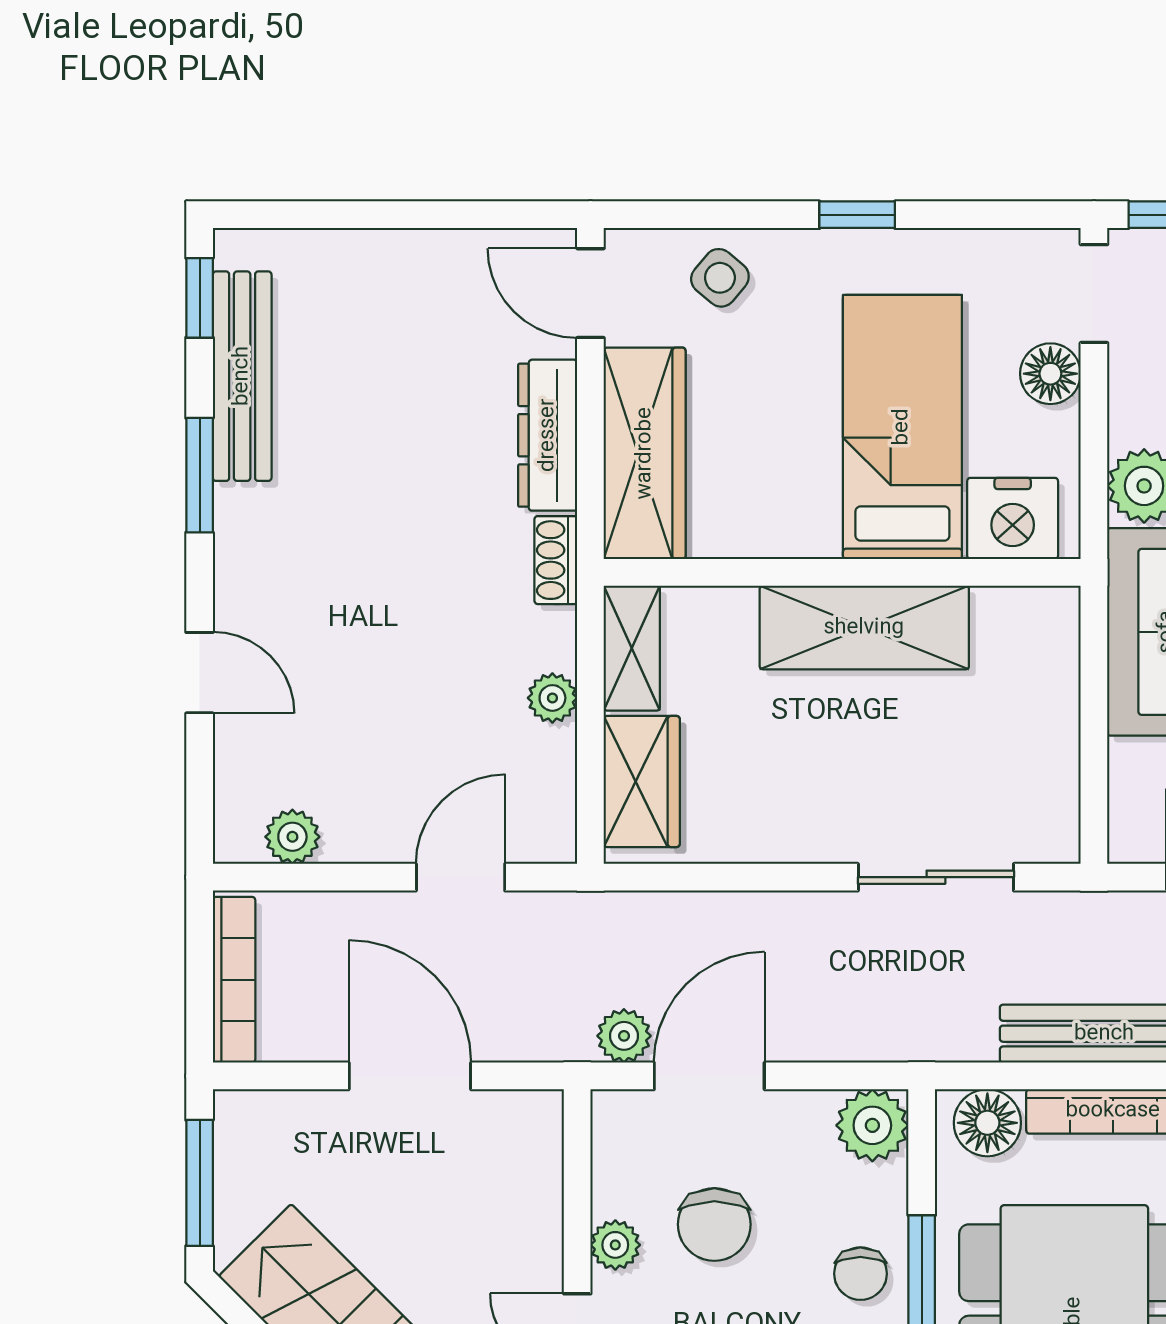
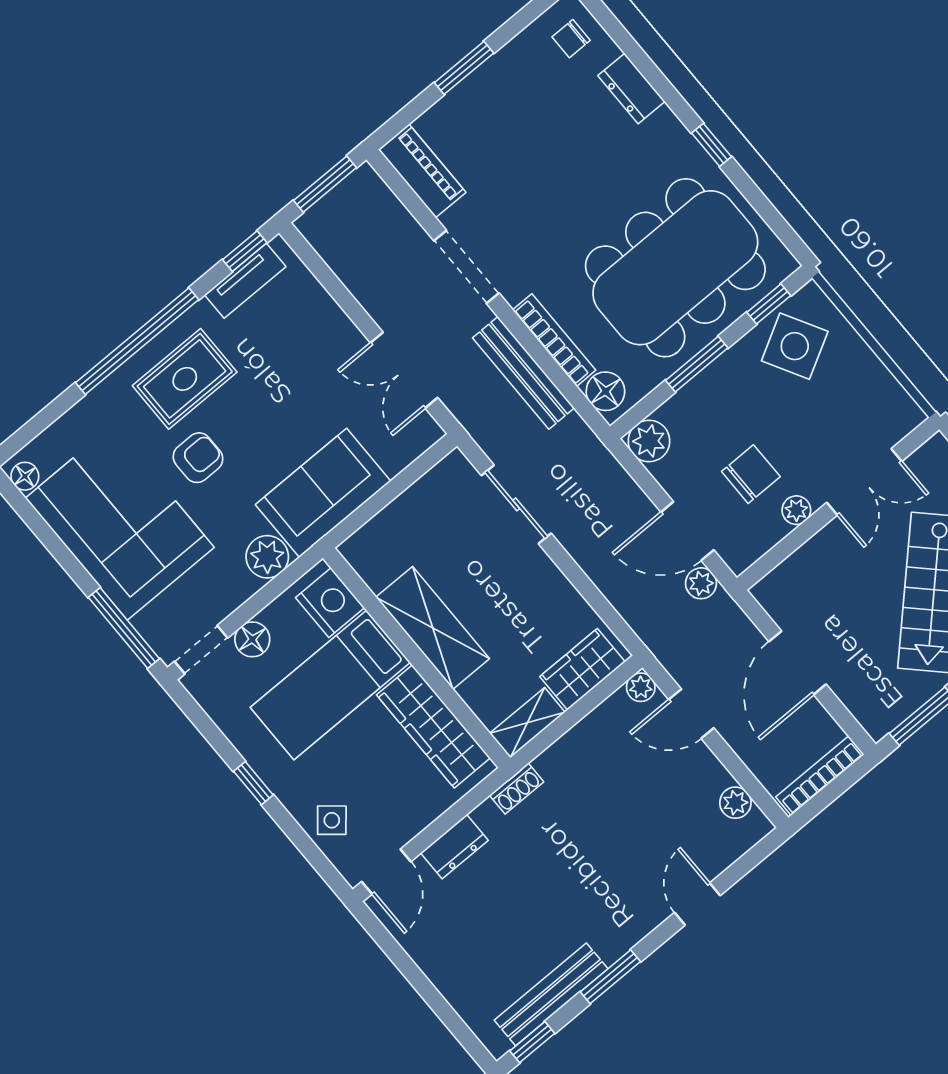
dresser: (548, 435) -> (454, 847), width x0.70
wardrobe: (645, 453) -> (433, 726), moved, turned -90
plant: (552, 698) -> (641, 687), moved
chair: (860, 1274) -> (719, 392), removed

